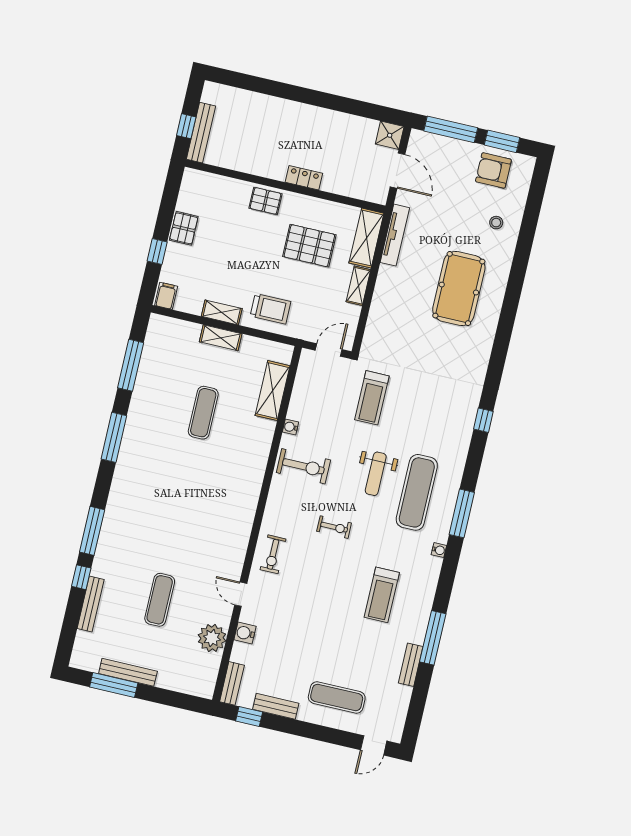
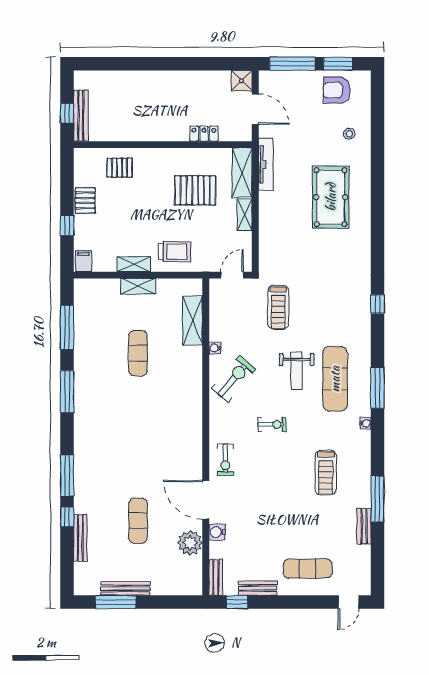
locker: (304, 178) -> (204, 134), moved
pallet: (266, 201) -> (120, 168), moved
exercise bike: (303, 466) -> (234, 379), turned -50
door: (241, 594) -> (206, 500), width x1.88

